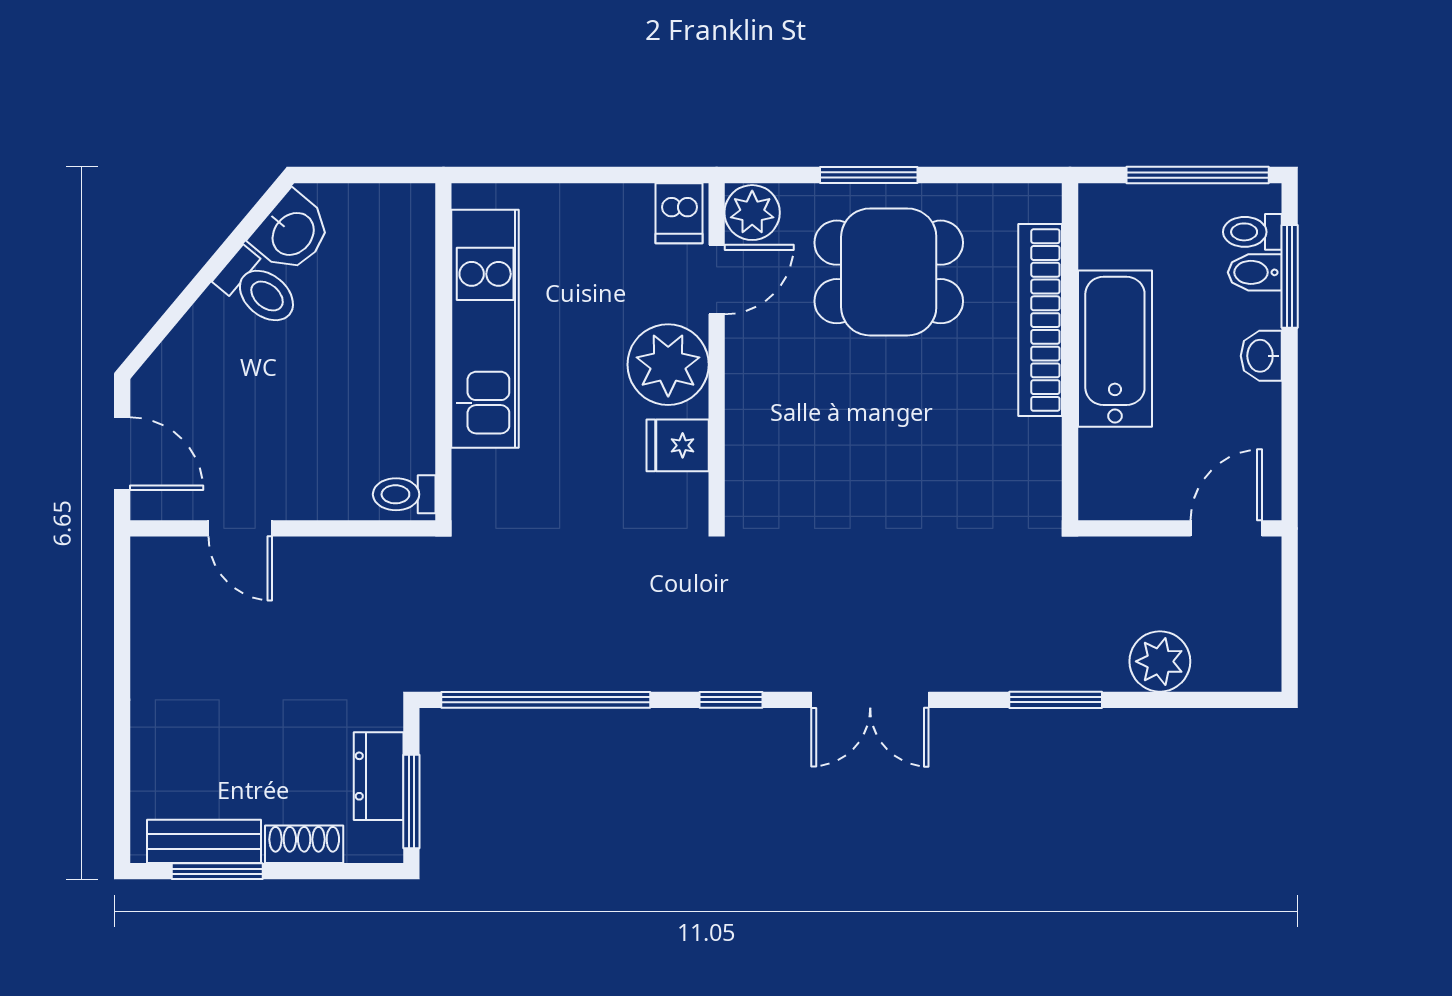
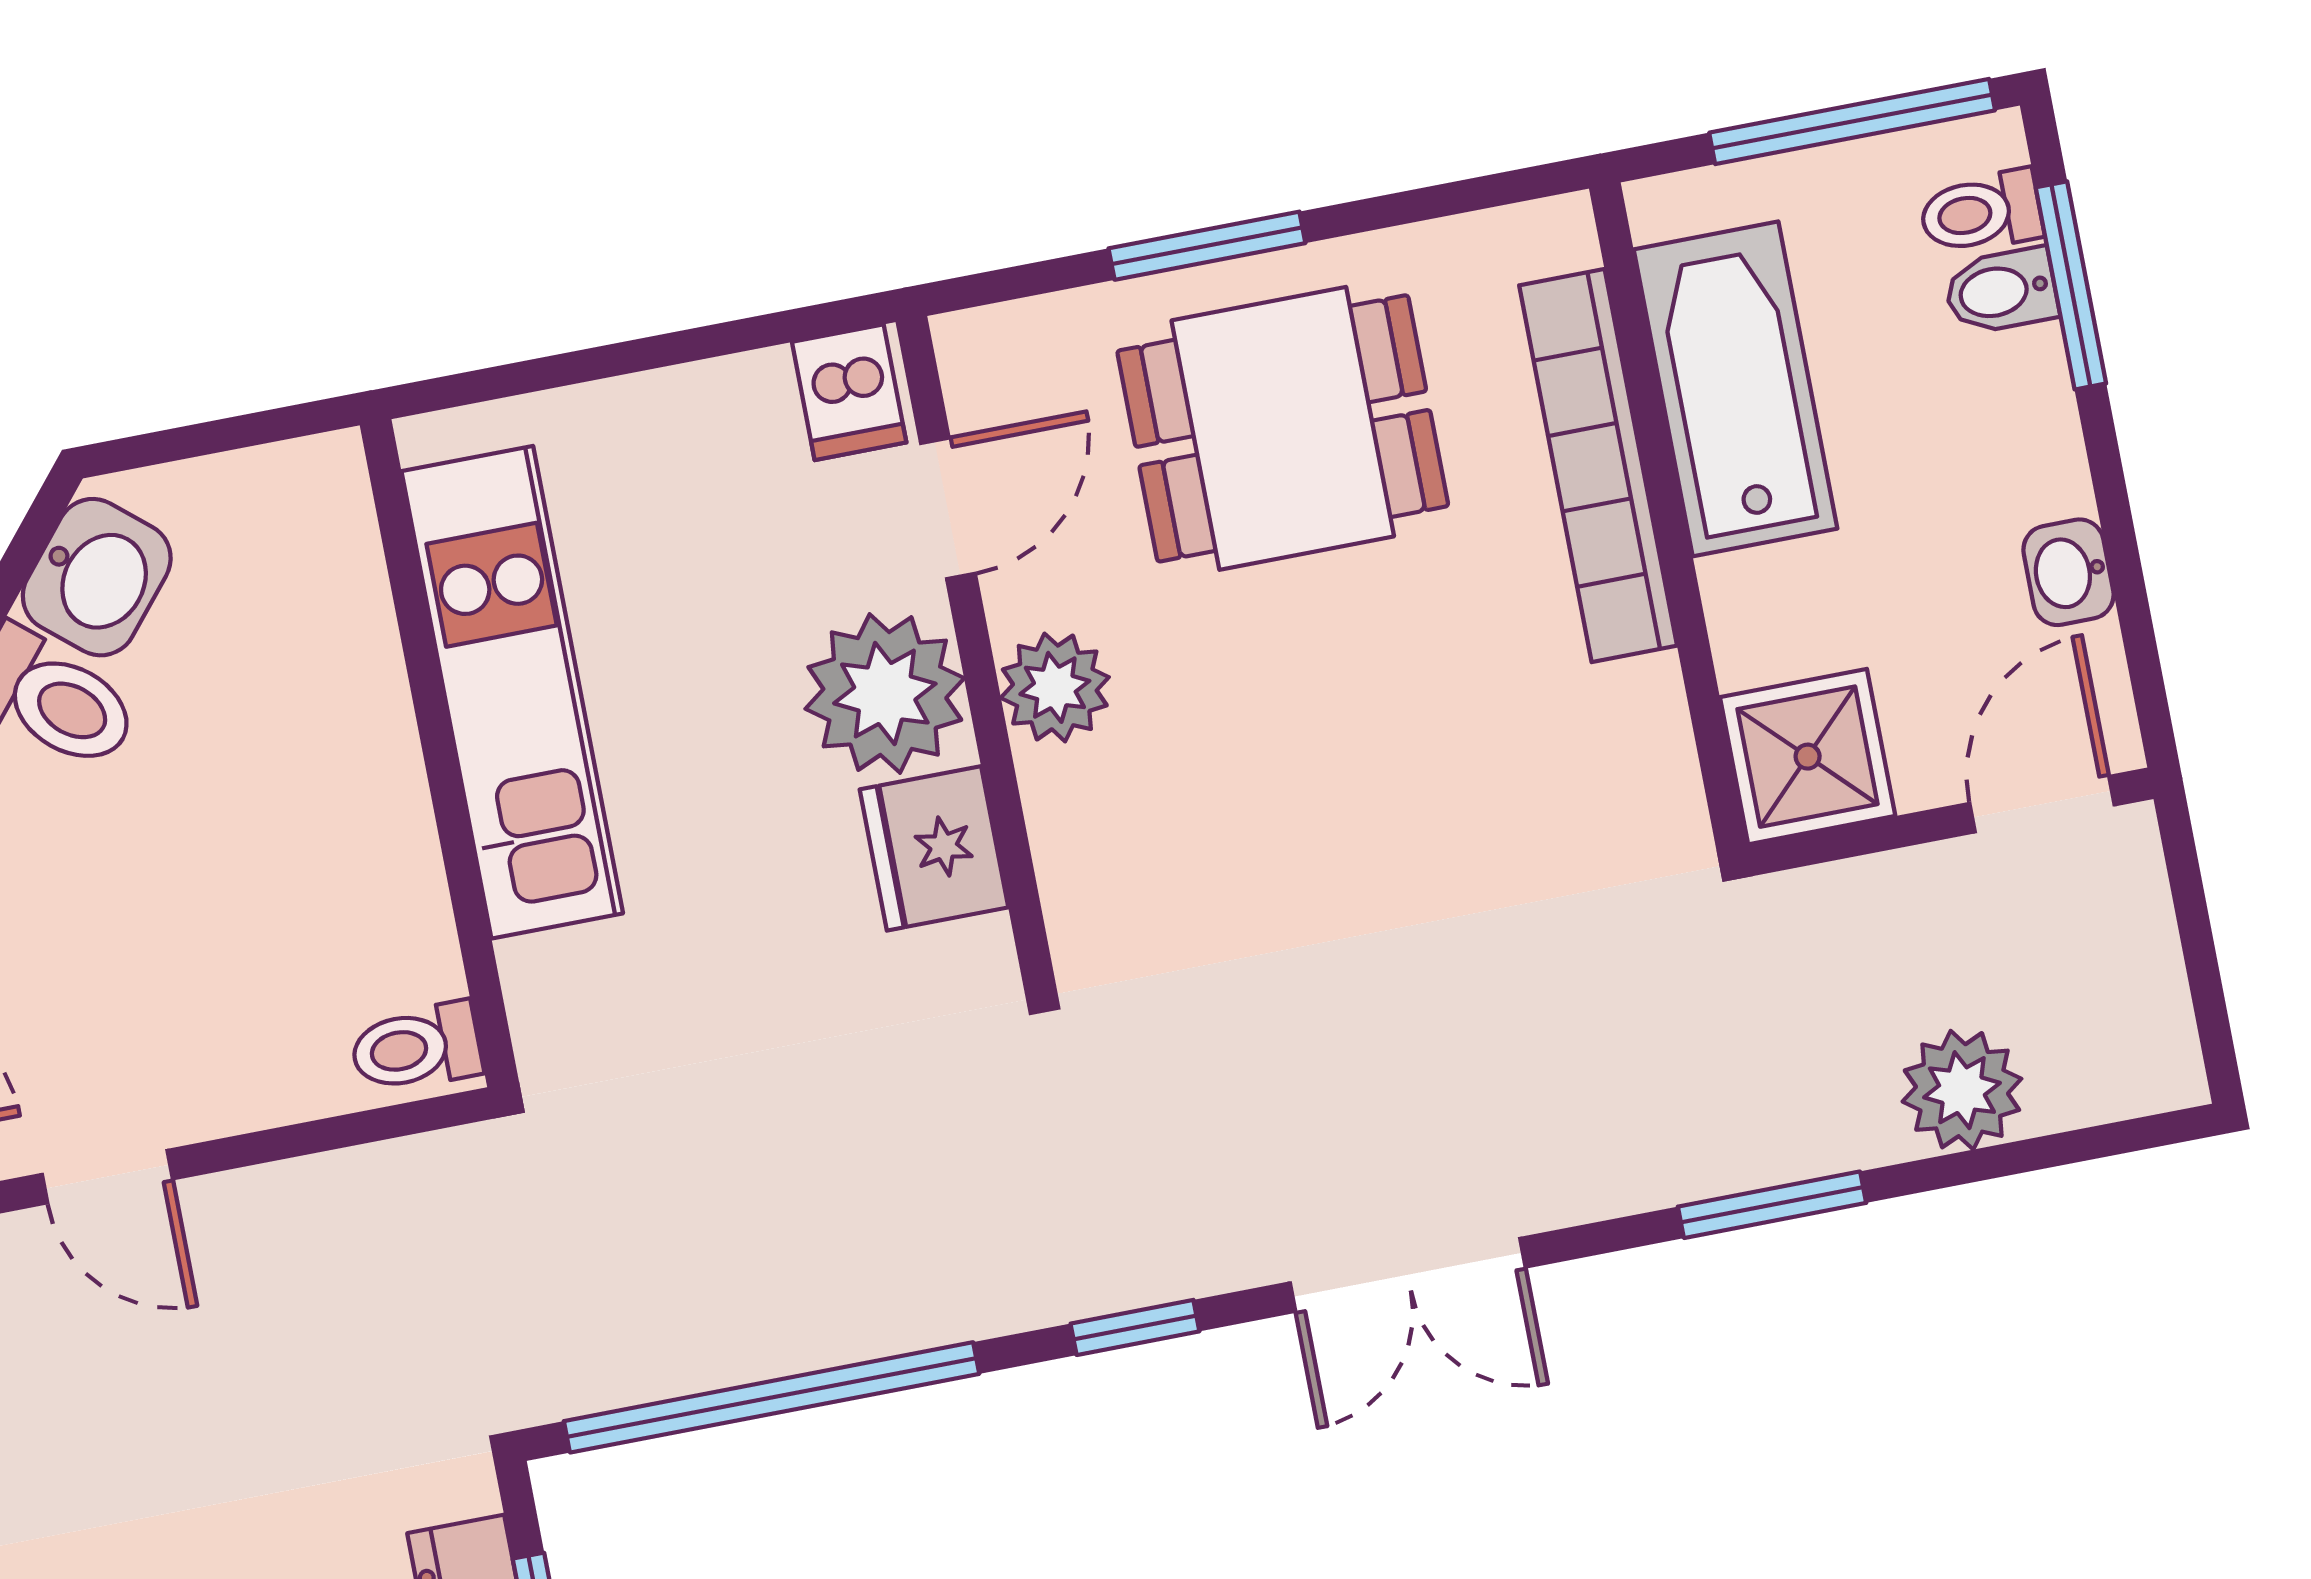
plant: (752, 213) -> (1055, 687), moved
bathtub: (1115, 349) -> (1736, 389), moved
washbasin: (1261, 356) -> (2068, 572), moved
fridge: (678, 445) -> (934, 848), width x1.38
shower: (1116, 483) -> (1808, 757), added

